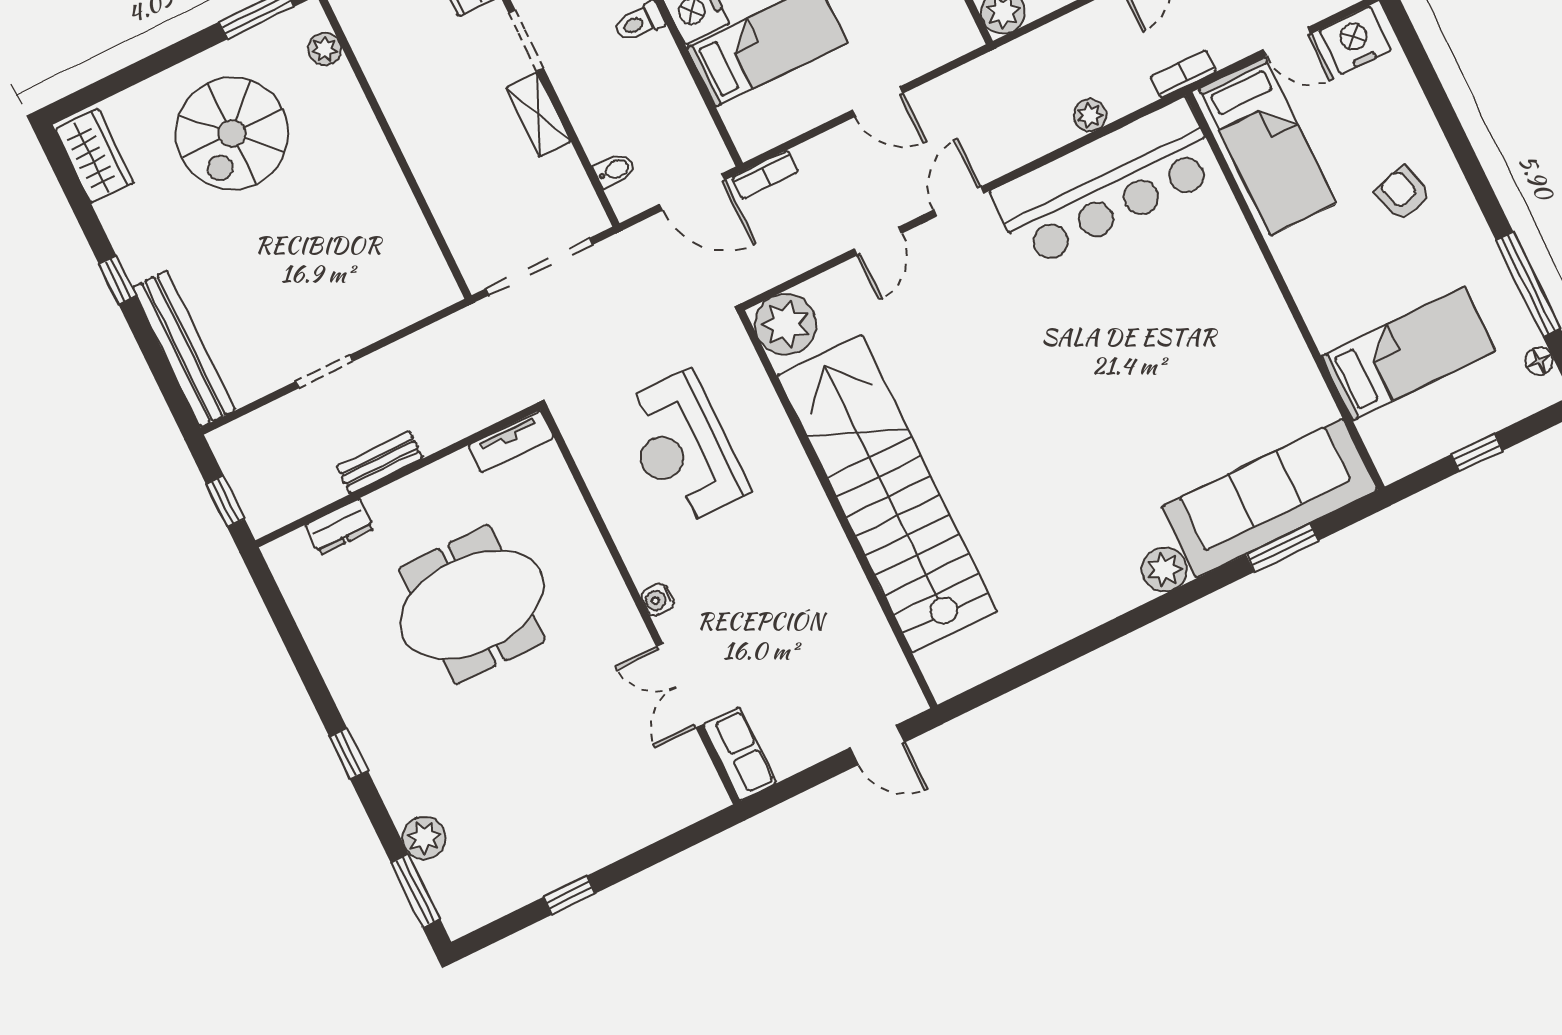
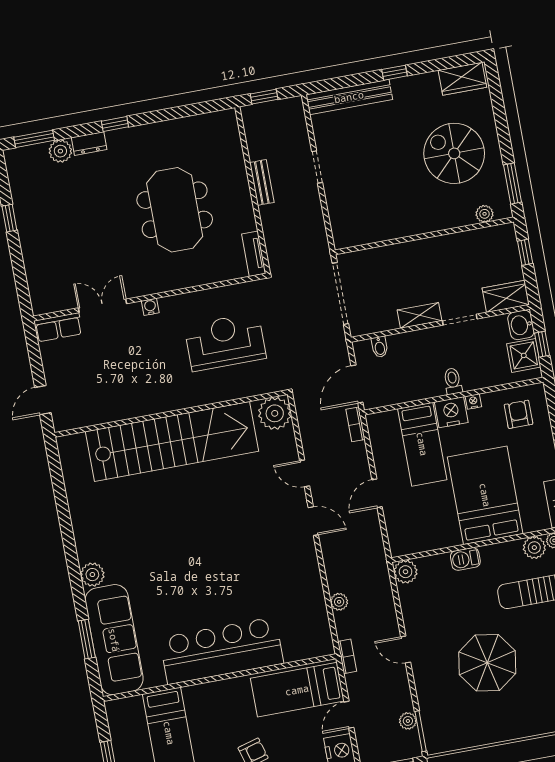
bar counter: (1106, 183) -> (222, 651), moved, turned 90
dresser: (340, 527) -> (89, 143), moved, turned -90

